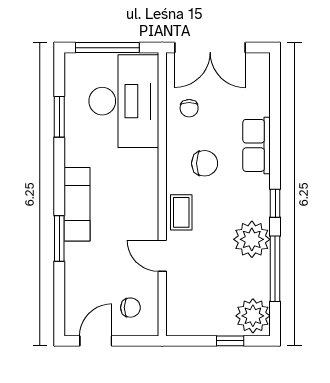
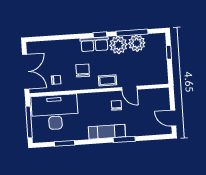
row of seats: (257, 145) -> (94, 44), moved
door: (162, 256) -> (129, 88), hinge flipped
chair: (130, 308) -> (116, 105), moved
plant: (253, 316) -> (137, 43), moved

